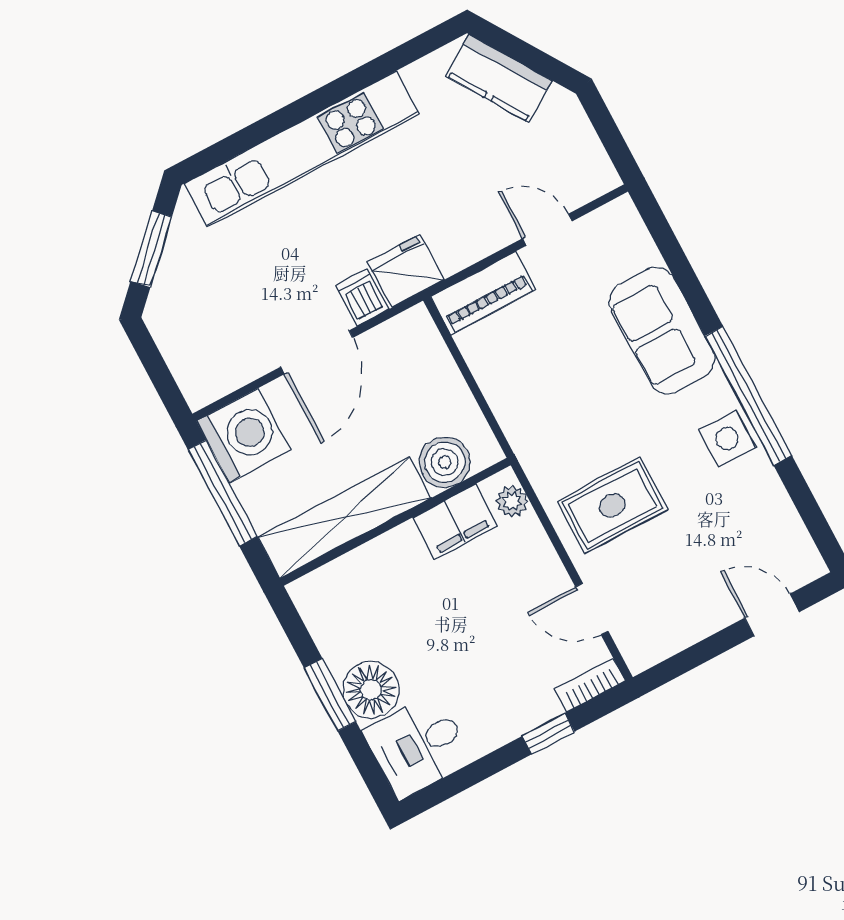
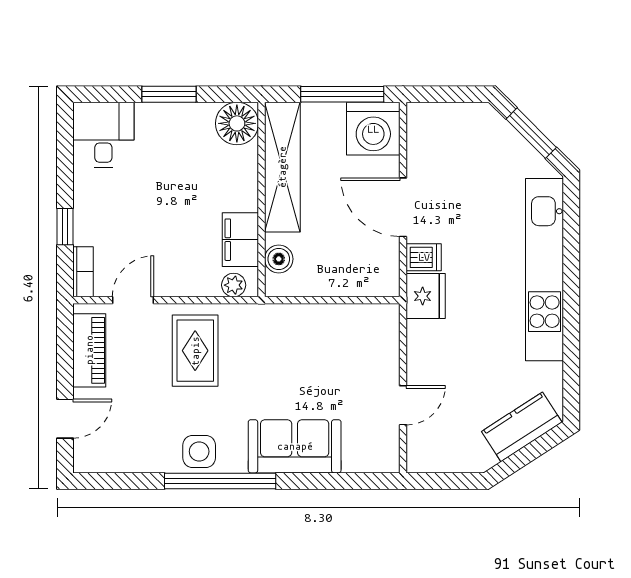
piano: (483, 293) -> (89, 350), moved, turned 180
boiler: (445, 462) -> (279, 259), width x0.73, depth x0.73
floor lamp: (371, 690) -> (237, 123), moved

